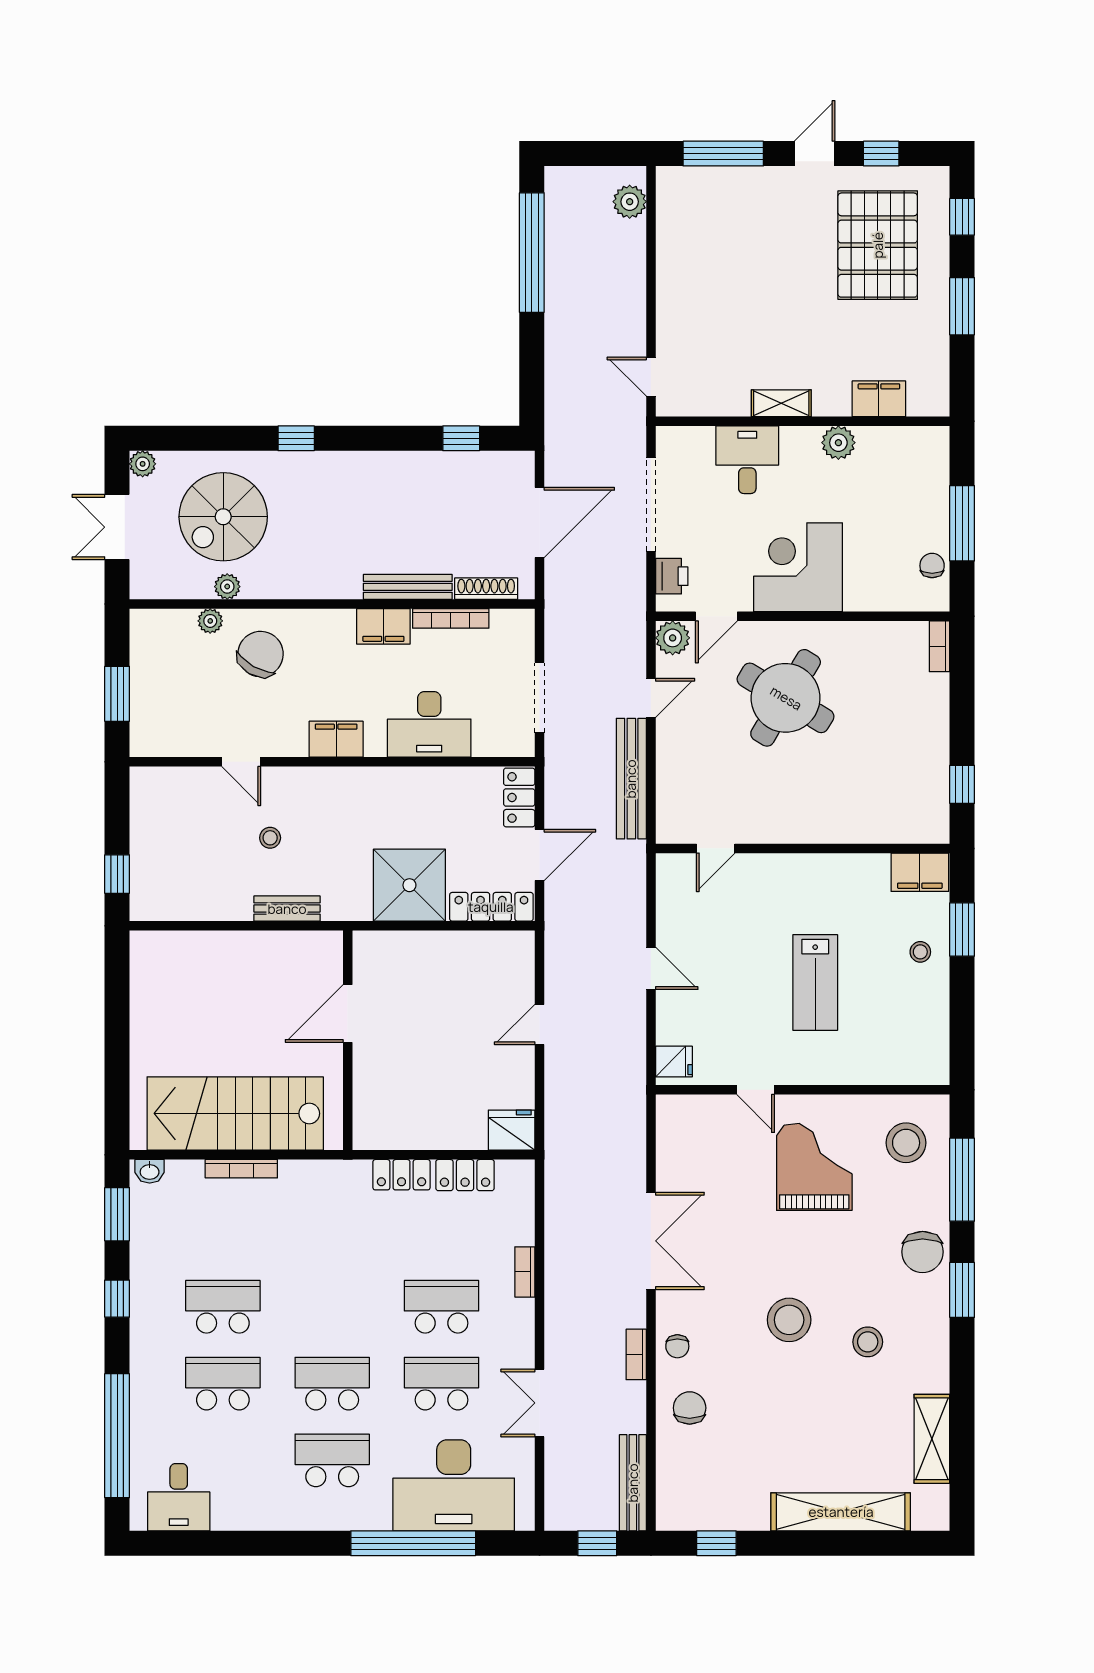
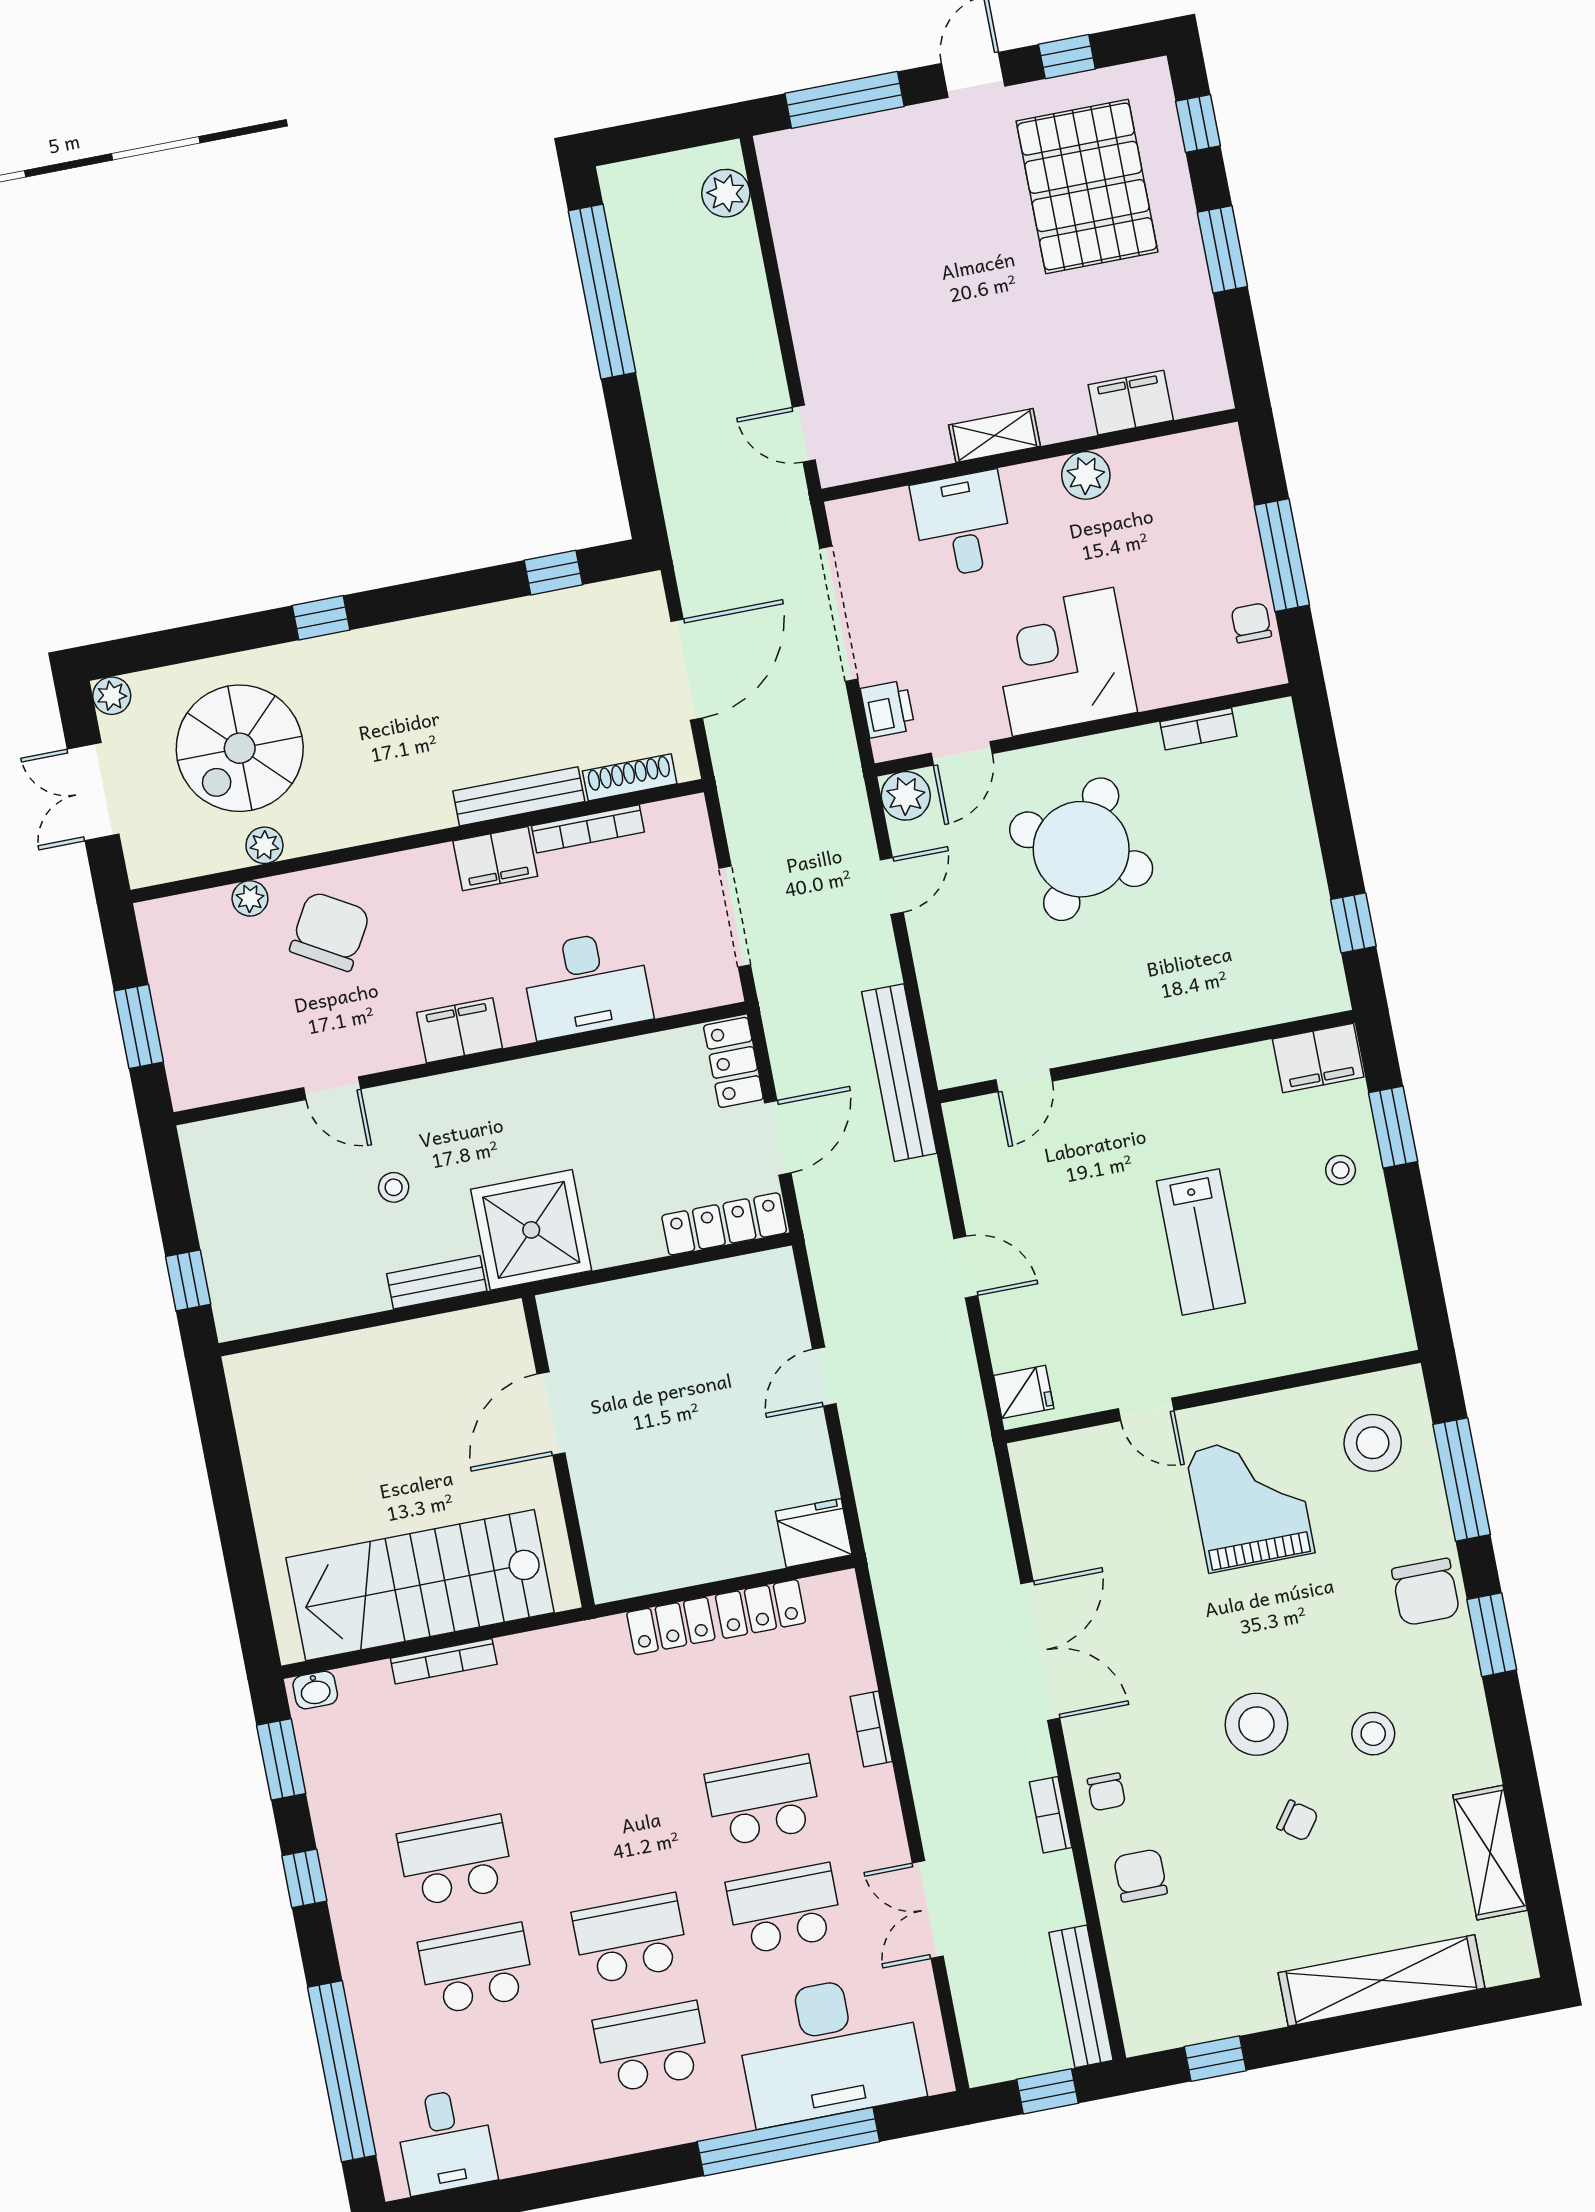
bookcase: (939, 646) -> (1198, 729), moved, turned -90
bench: (631, 779) -> (899, 1073), moved
shower: (409, 885) -> (531, 1230), moved
chair: (804, 1391) -> (1297, 1821), added

